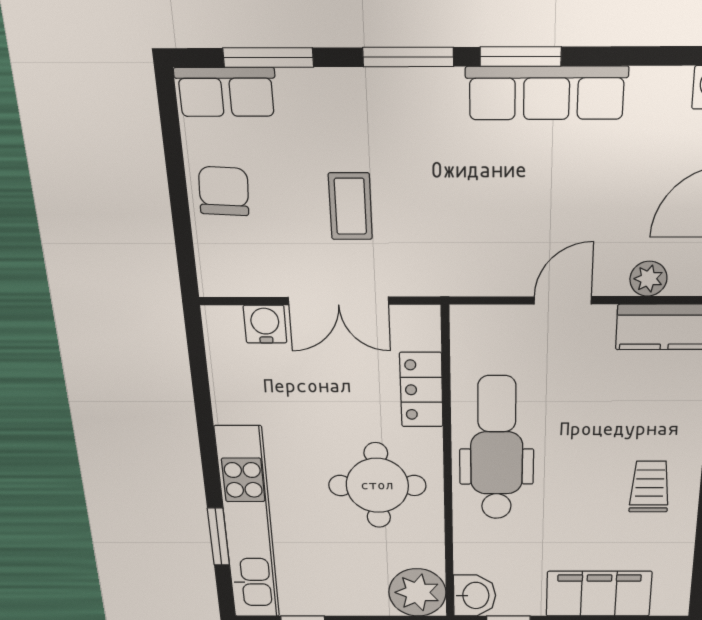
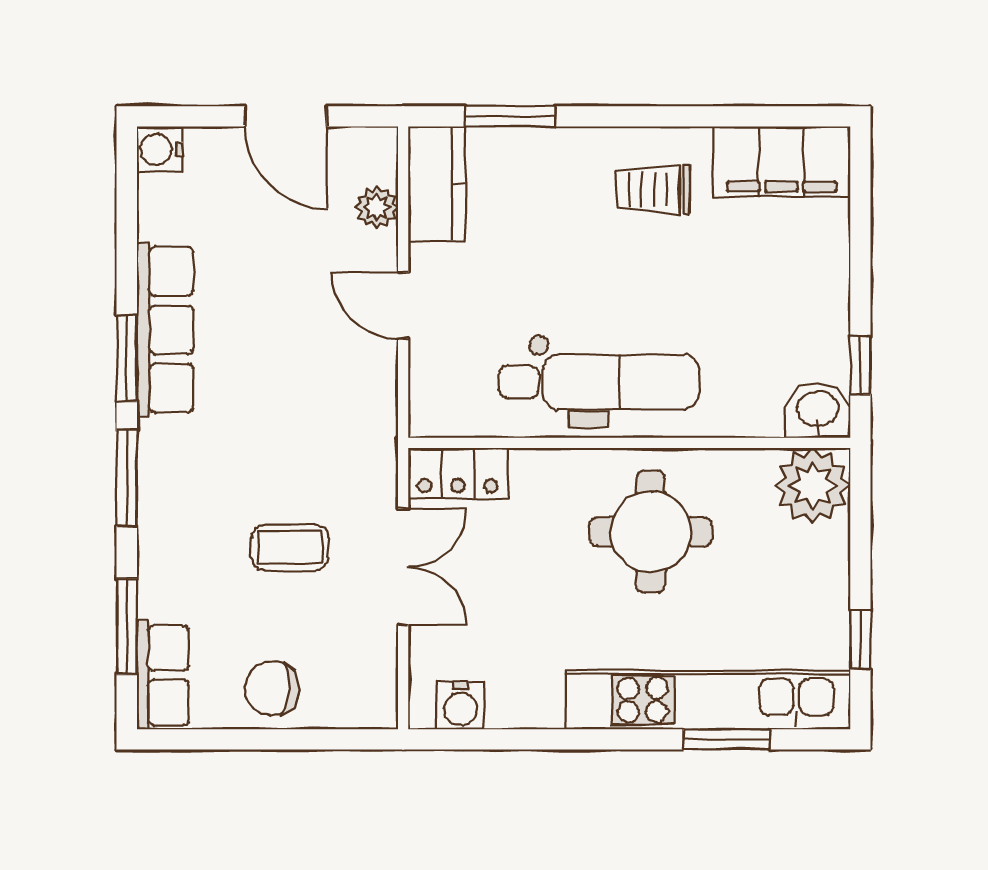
water cooler: (265, 324) -> (460, 705), moved, turned -90
locker: (421, 390) -> (458, 473), moved
dental chair: (497, 449) -> (599, 382), turned 180
filing cabinet: (599, 594) -> (781, 162), moved, turned -90

